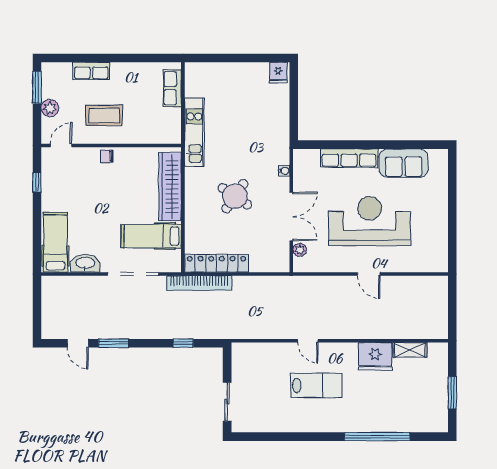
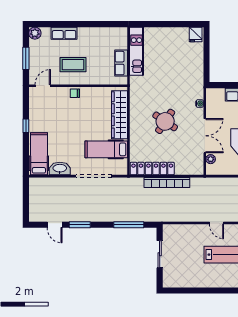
window: (37, 87) -> (26, 58), moved
row of seats: (172, 88) -> (121, 63), moved
plant: (50, 108) -> (35, 33), moved
kitchen unit: (194, 132) -> (137, 51), moved
window: (37, 182) -> (26, 126), moved
bookcase: (199, 283) -> (167, 182), moved
window: (183, 343) -> (129, 225), width x2.17
sliding door: (227, 402) -> (160, 254), moved

